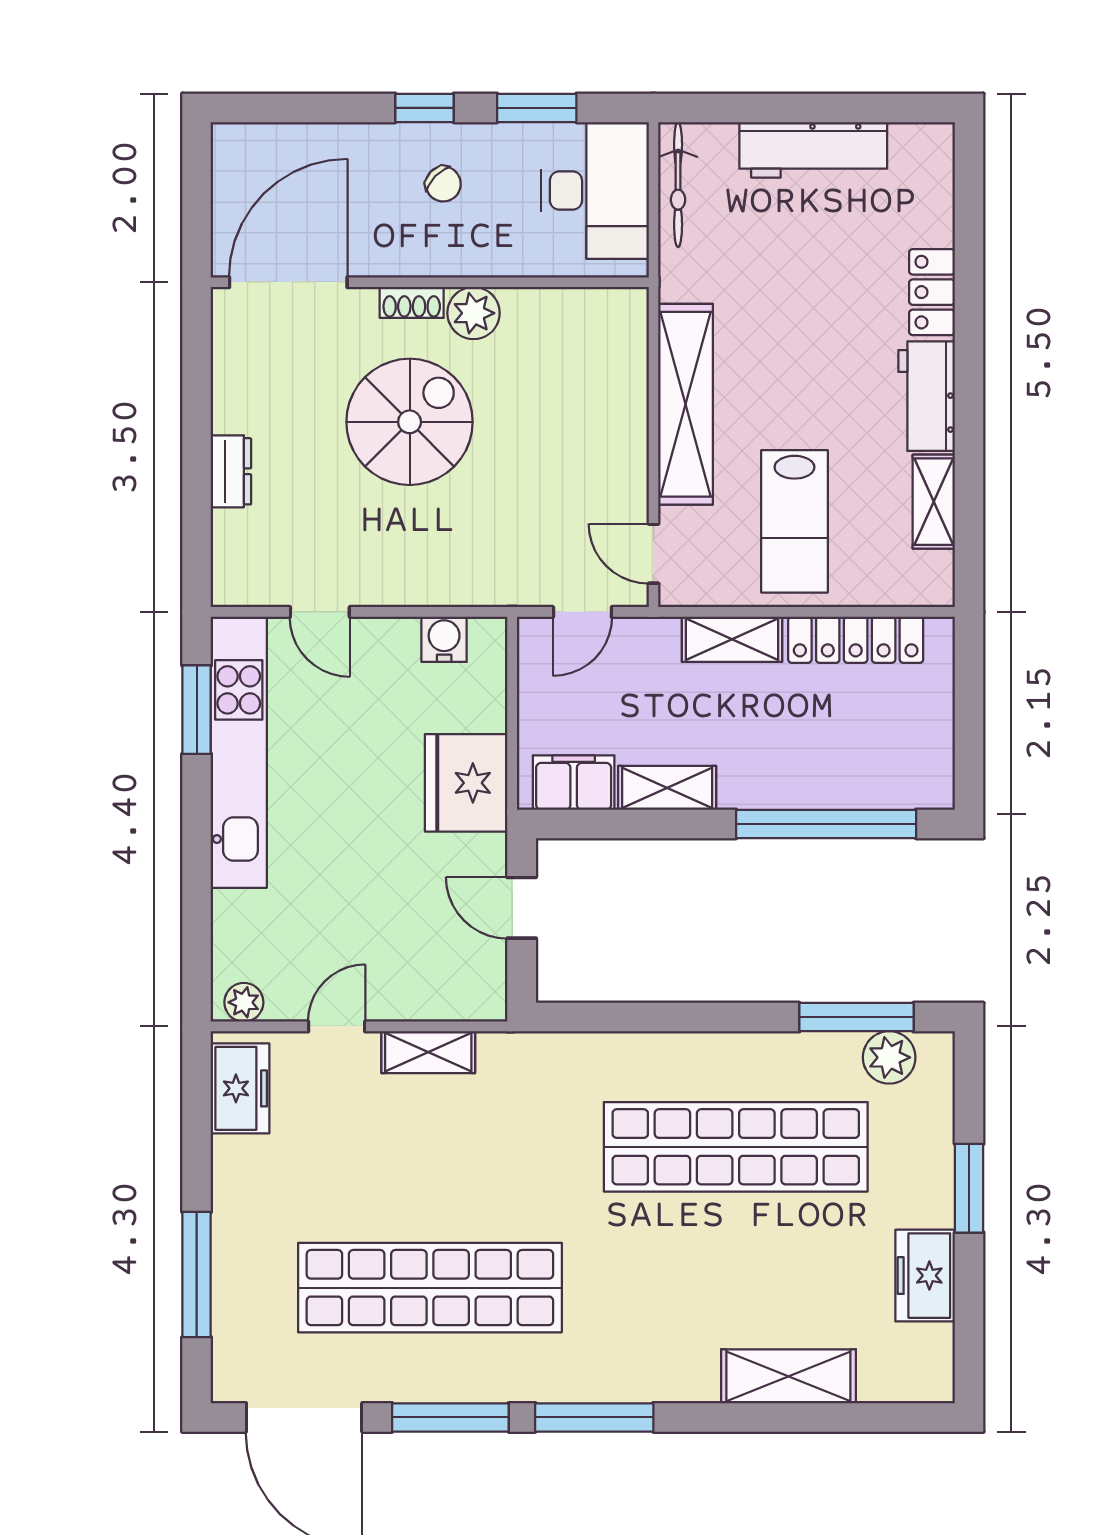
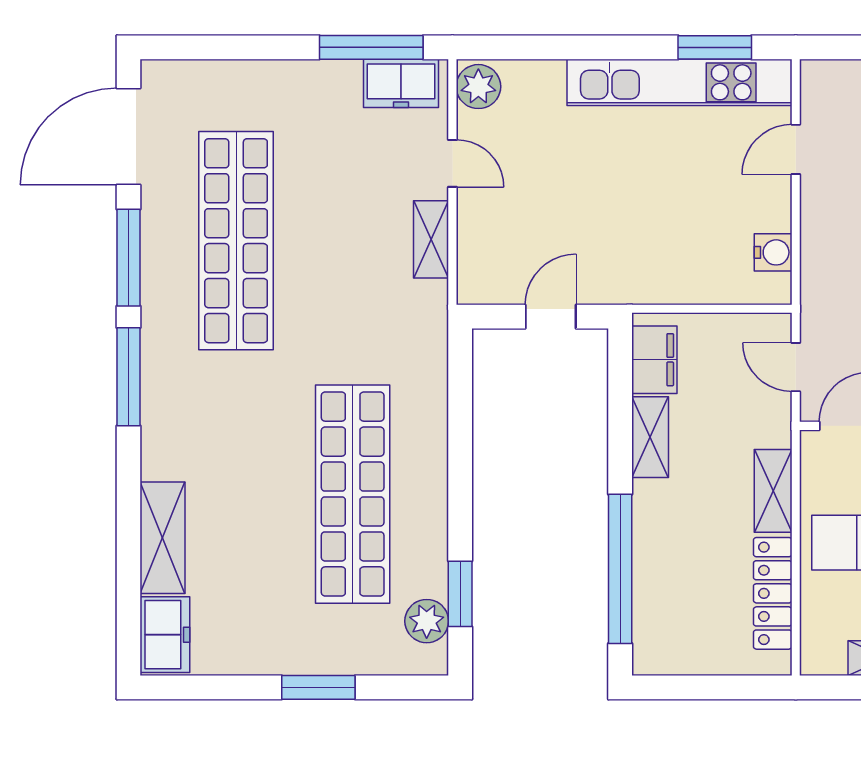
fridge: (466, 783) -> (654, 271), removed
plant: (244, 1002) -> (478, 87), width x1.38, depth x1.38
window: (856, 1017) -> (460, 594), width x0.69
window: (197, 1275) -> (371, 47), moved
freezer: (925, 1276) -> (165, 635), moved, turned 90

